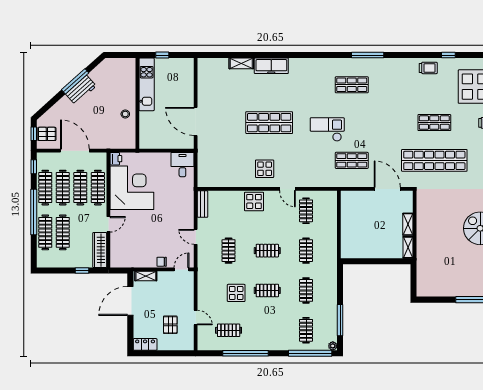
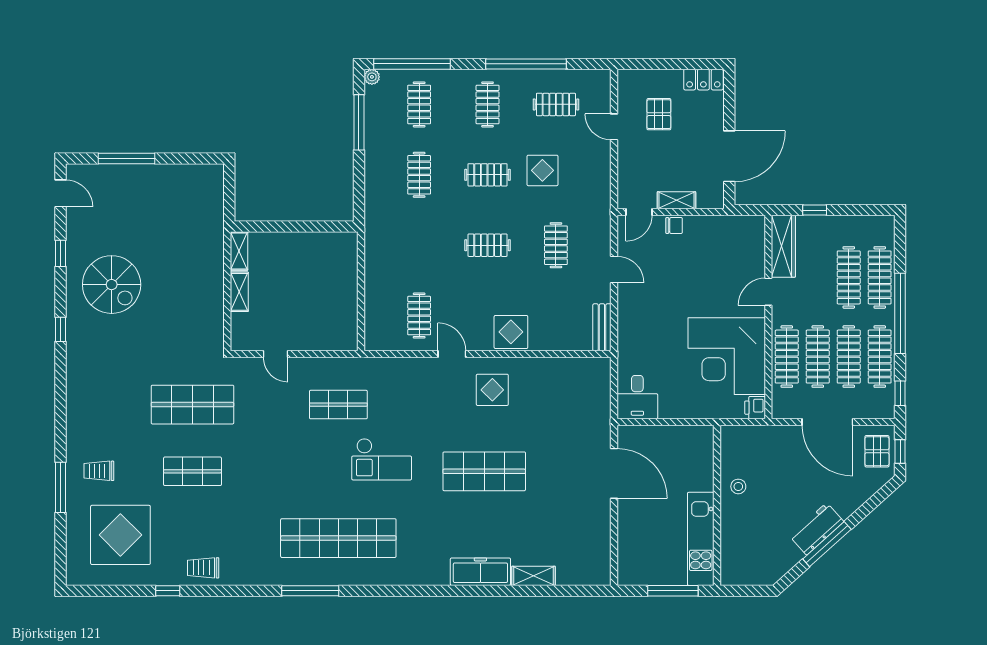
window: (162, 55) -> (673, 591), width x2.17
shop shelf: (352, 85) -> (338, 538), width x2.00, depth x1.36
pallet: (47, 134) -> (877, 451), turned 90
shop shelf: (434, 160) -> (192, 405), width x0.71
door: (387, 189) -> (276, 354), width x0.53
clothes rail: (306, 251) -> (488, 104), moved
shelving: (146, 276) -> (676, 200), moved

